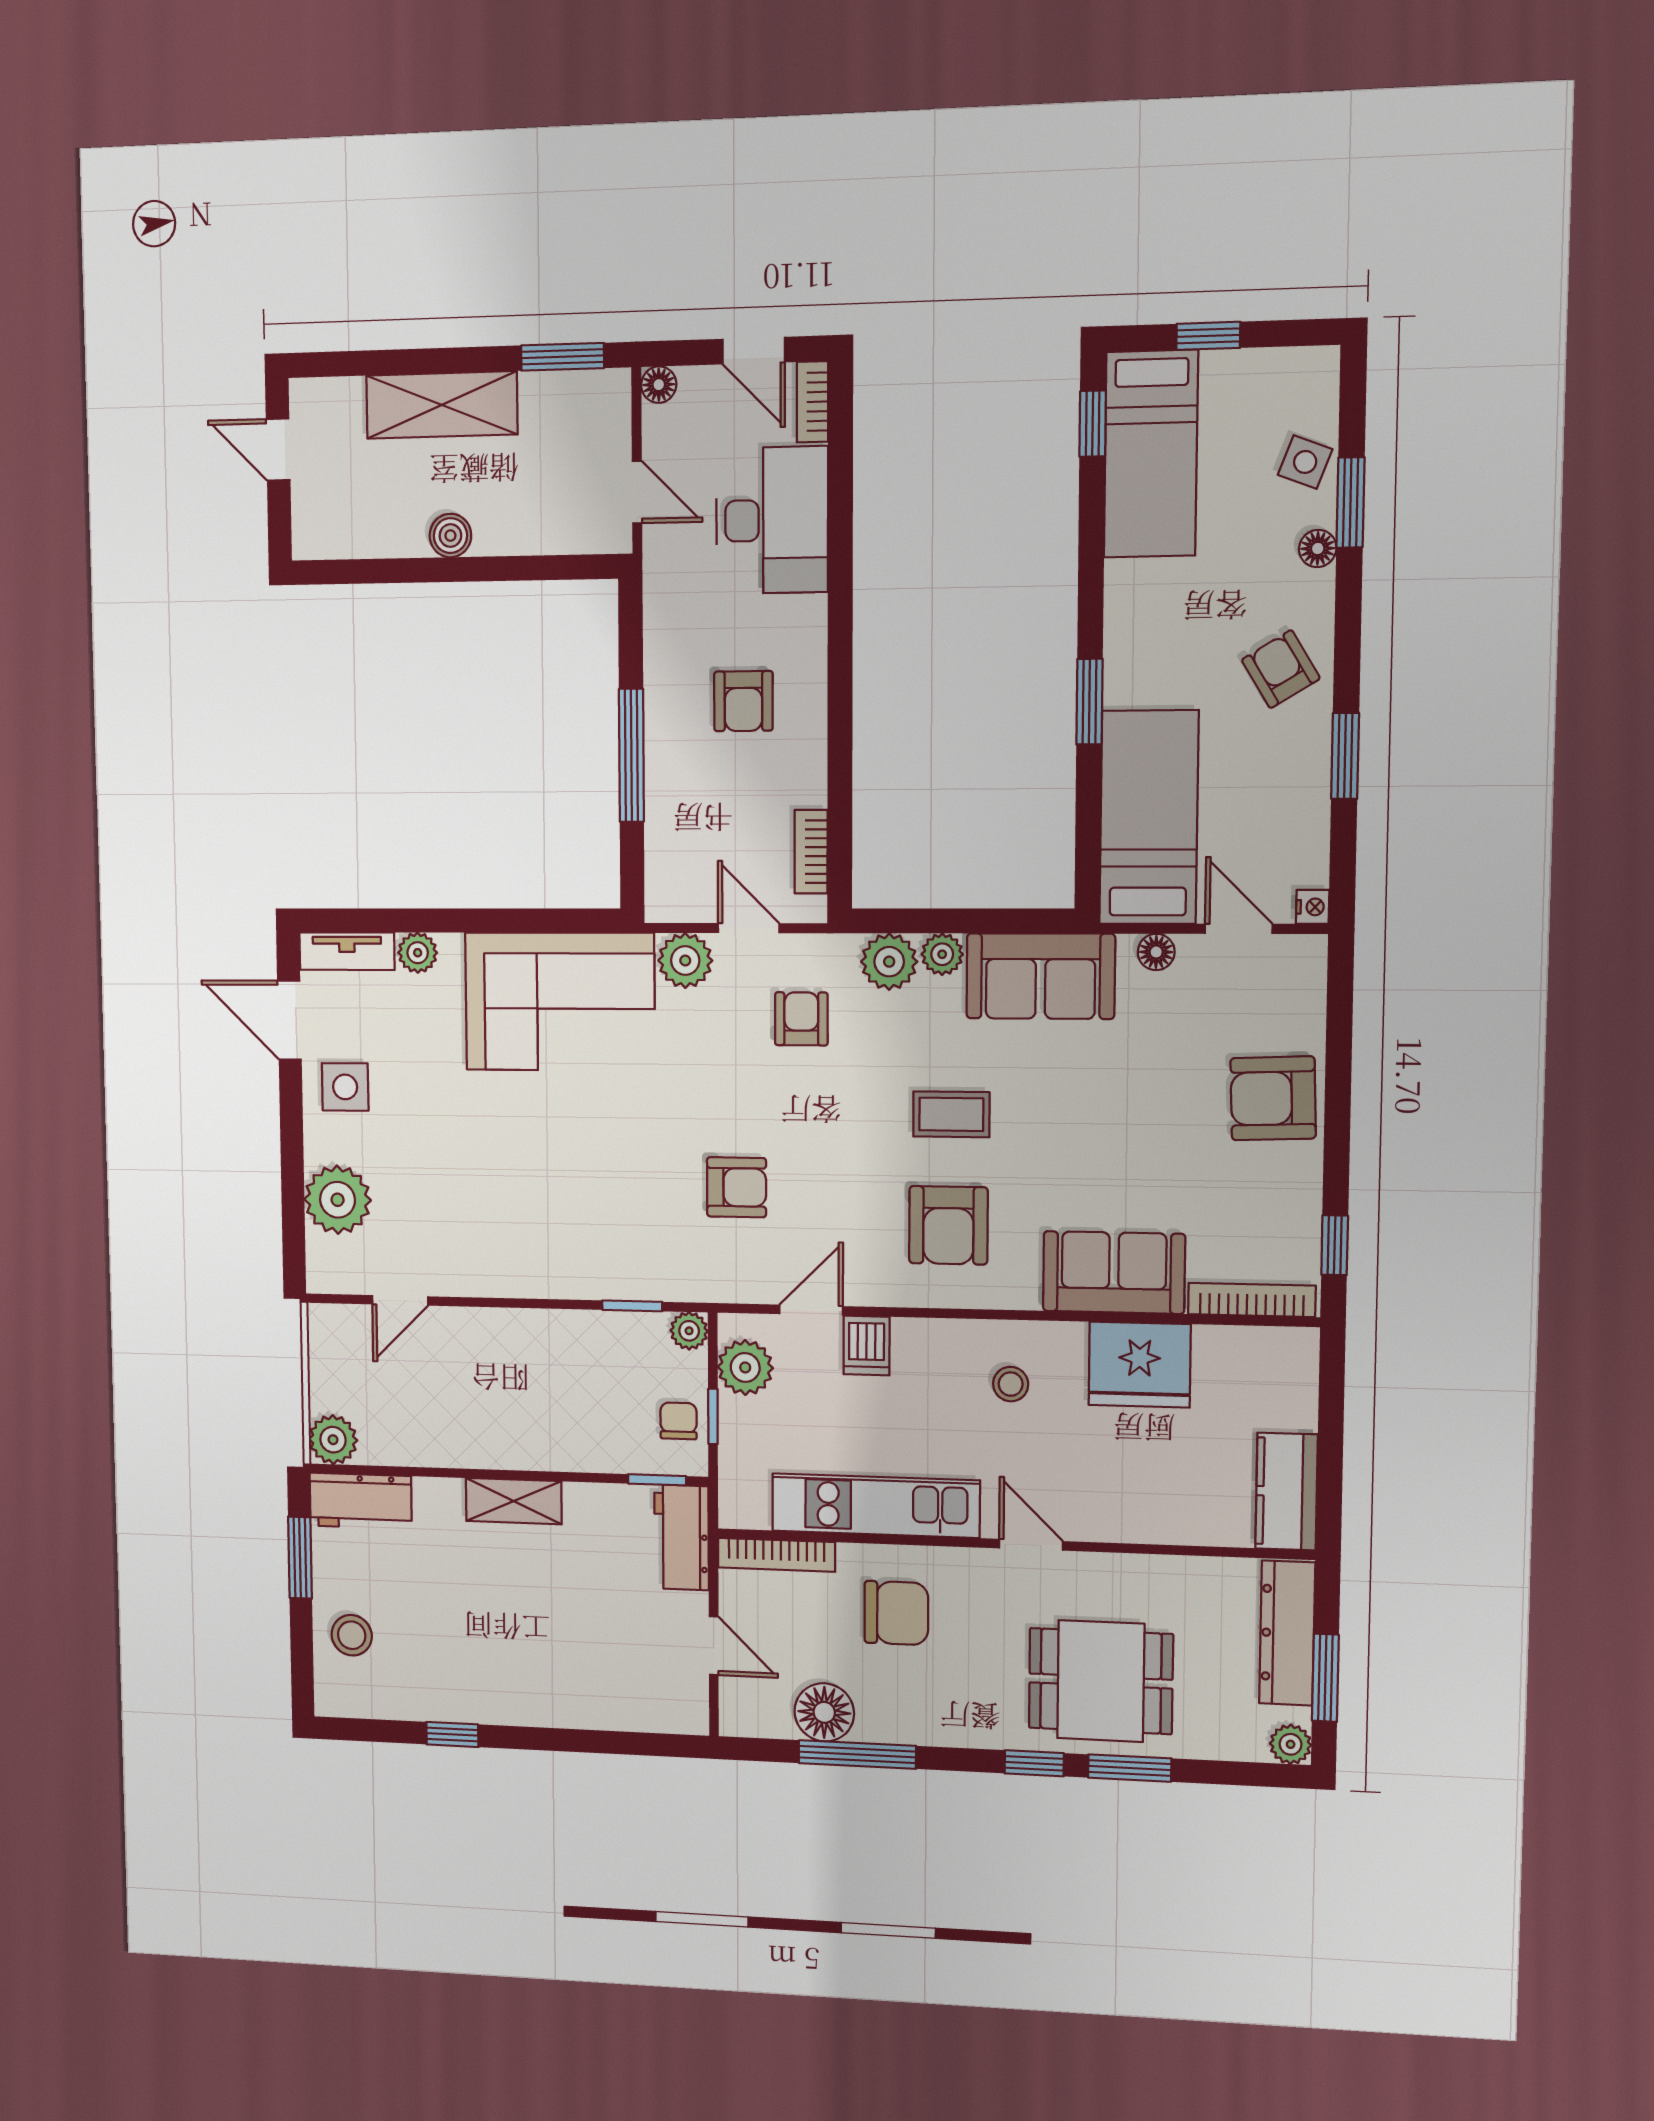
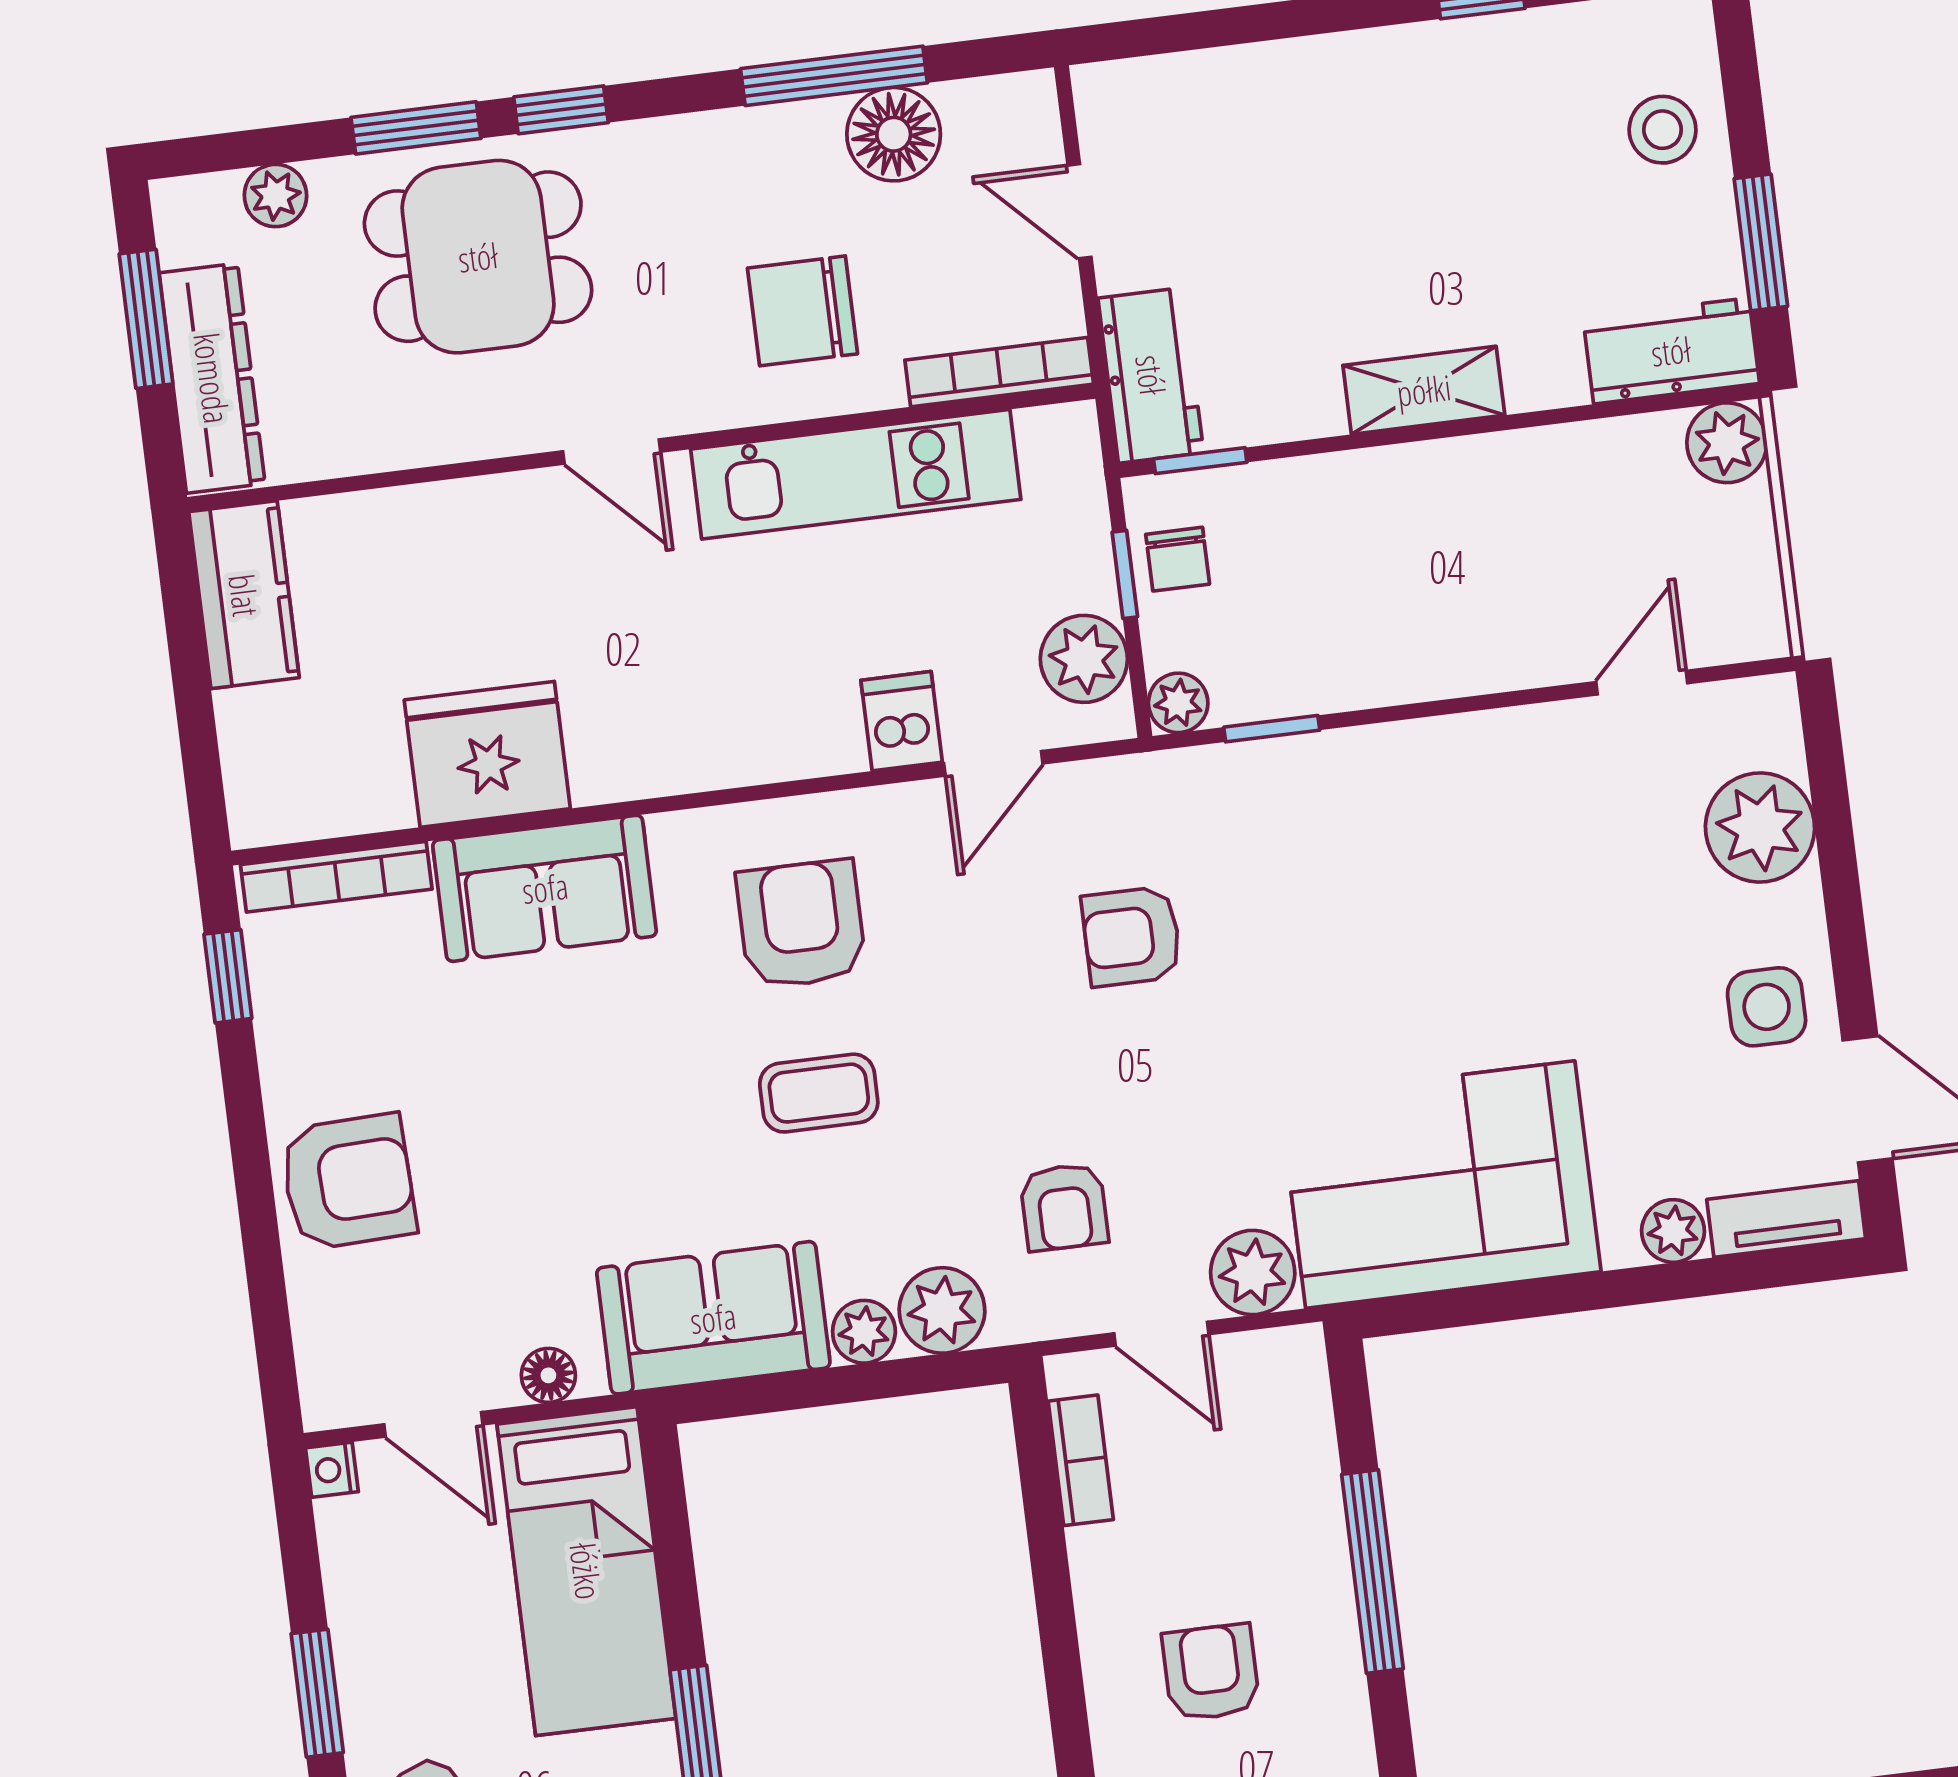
stool: (1011, 1384) -> (676, 695), removed
plant: (1291, 1744) -> (275, 196), moved

